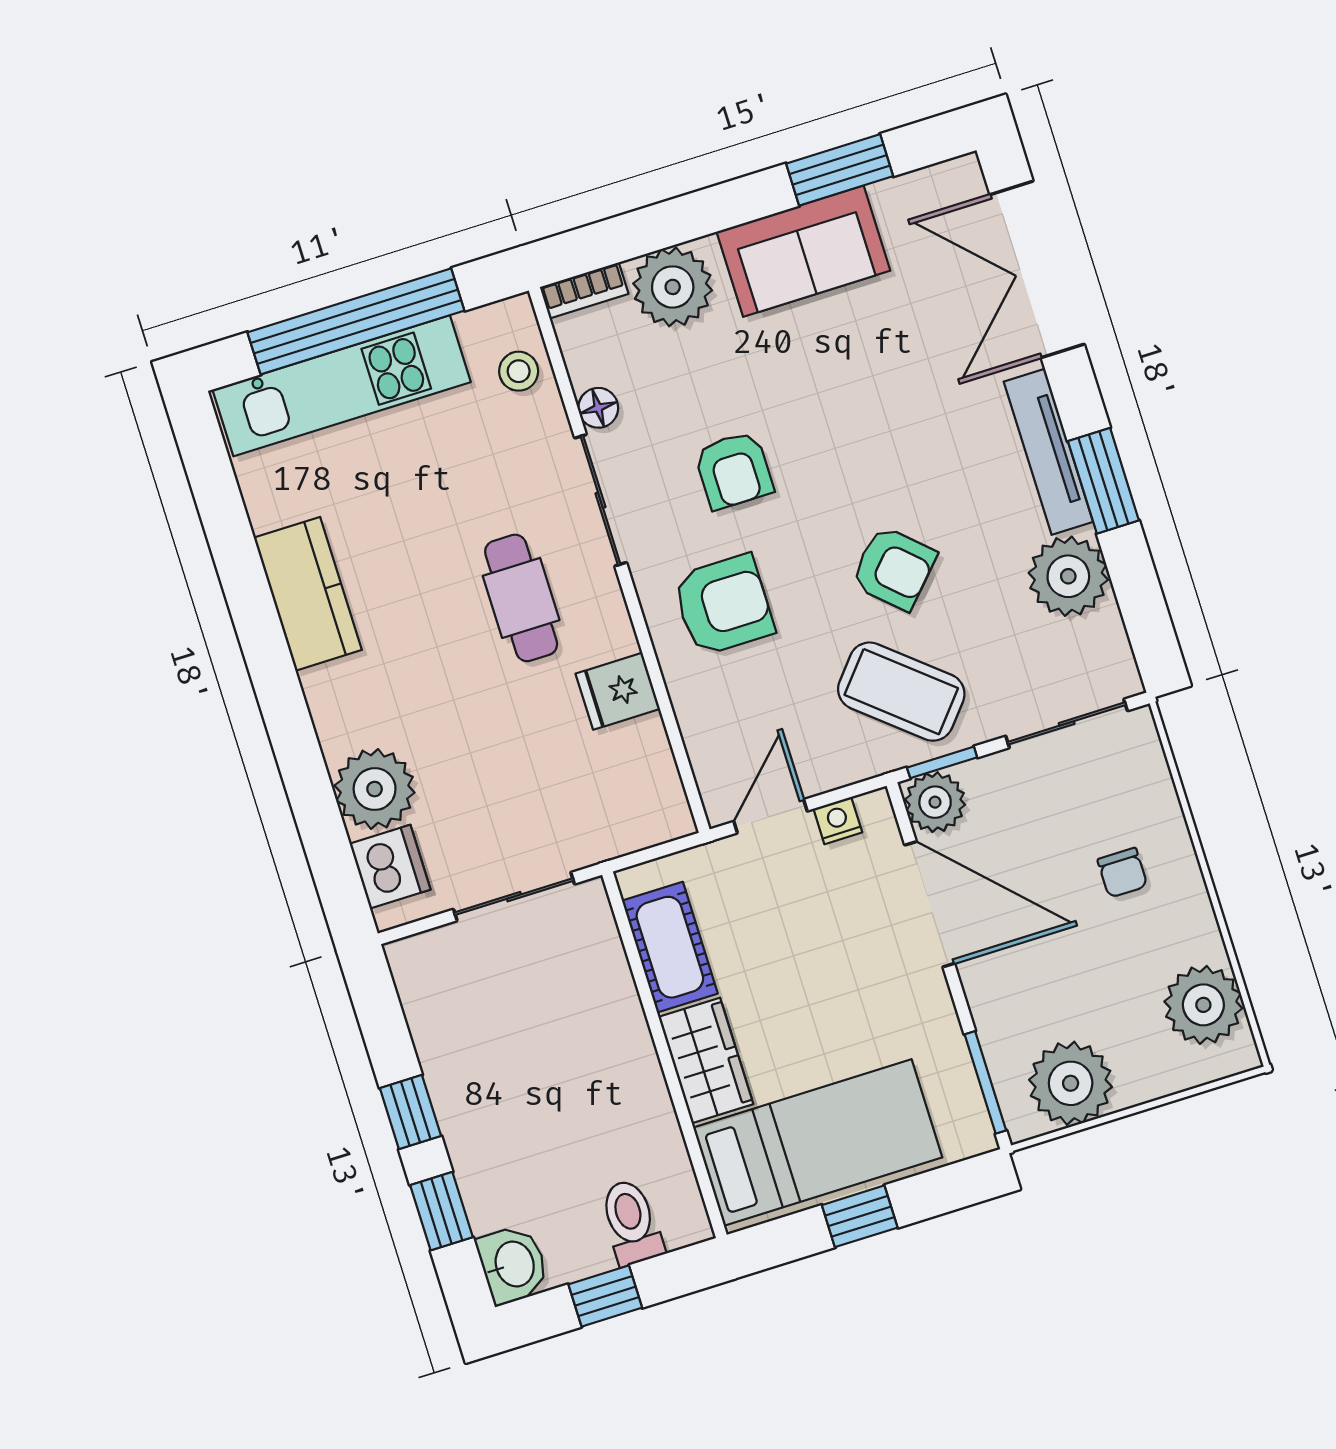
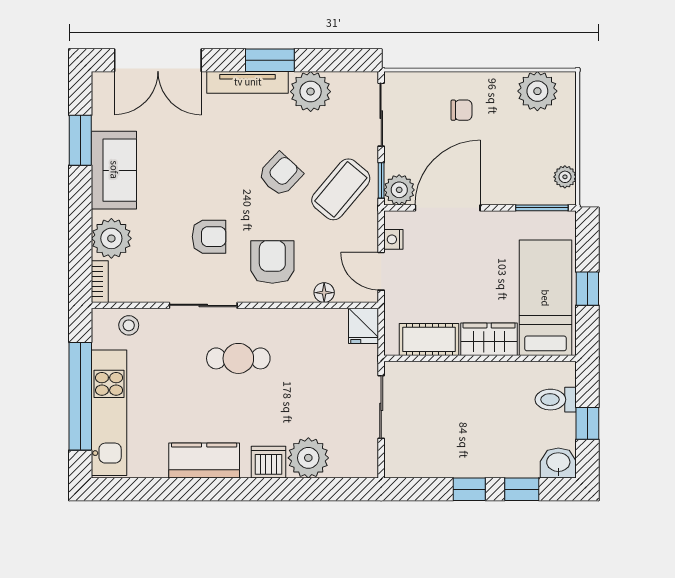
floor lamp: (598, 408) -> (324, 293), moved
fridge: (618, 691) -> (363, 326), moved
dishwasher: (390, 867) -> (269, 462), moved
plant: (1071, 1083) -> (565, 177), width x0.53, depth x0.53

